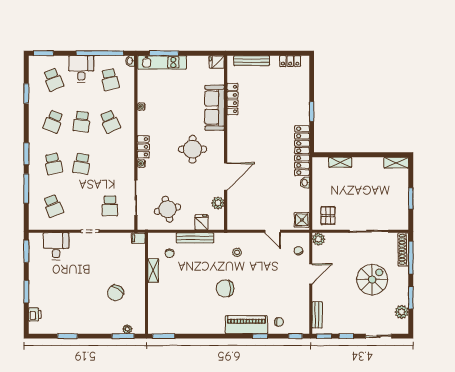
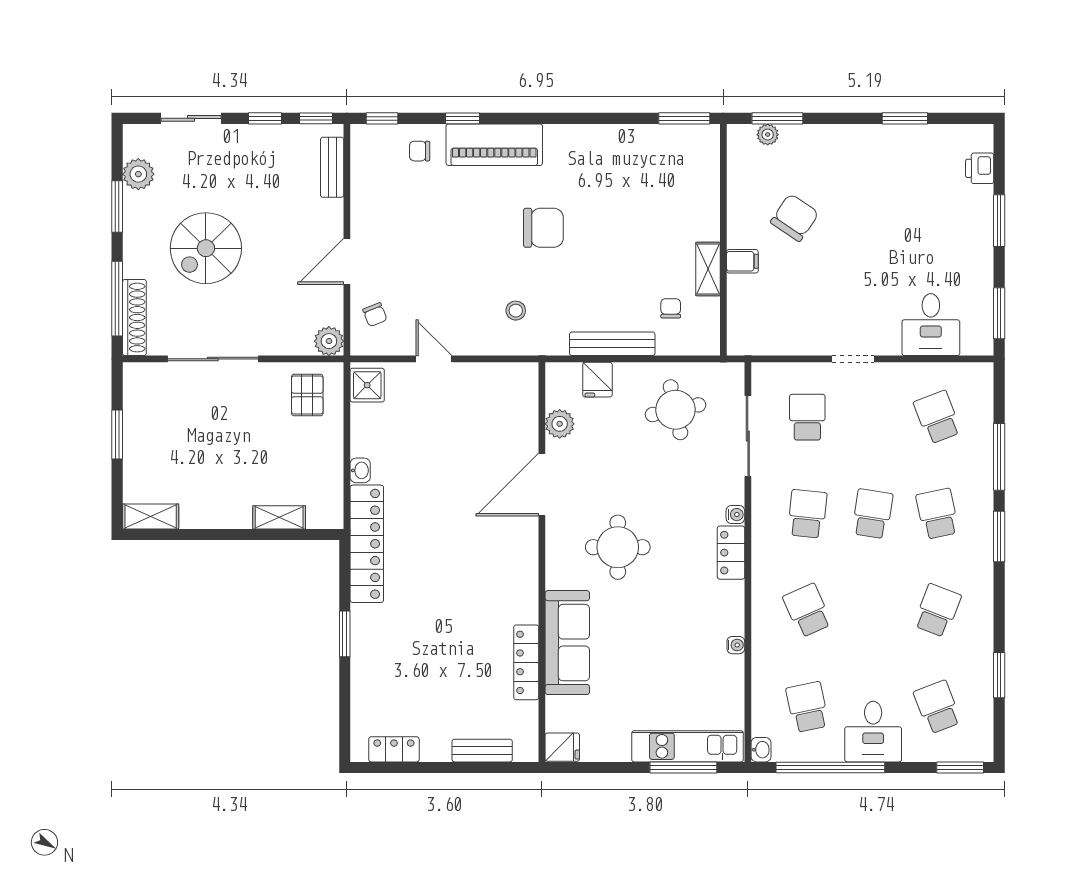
bench: (252, 61) -> (482, 751), width x0.73
school desk: (82, 122) -> (807, 514), moved
filing cabinet: (138, 238) -> (742, 261), moved

